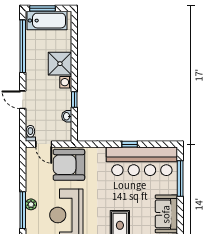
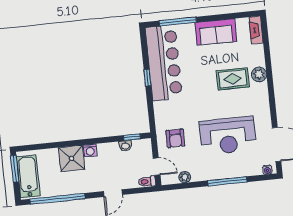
window: (43, 8) -> (15, 169), moved
window: (74, 99) -> (132, 137), moved
door: (44, 144) -> (157, 167), hinge flipped
armchair: (69, 165) -> (175, 138), width x0.53, depth x0.53
plant: (31, 204) -> (185, 177), moved

